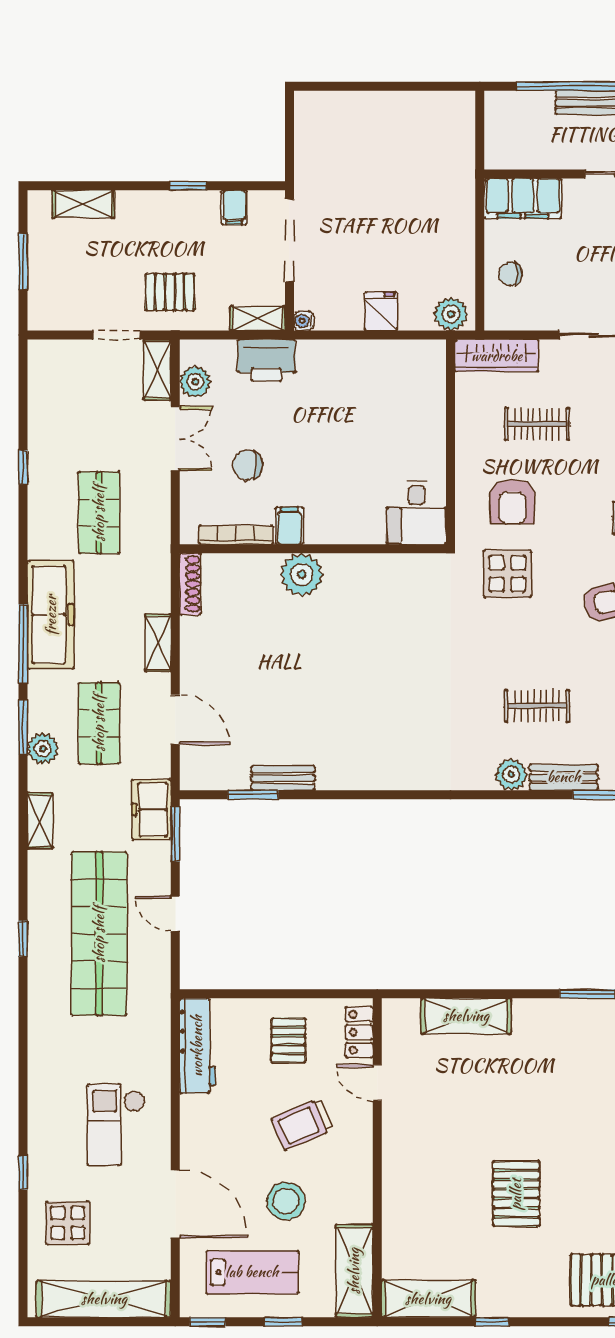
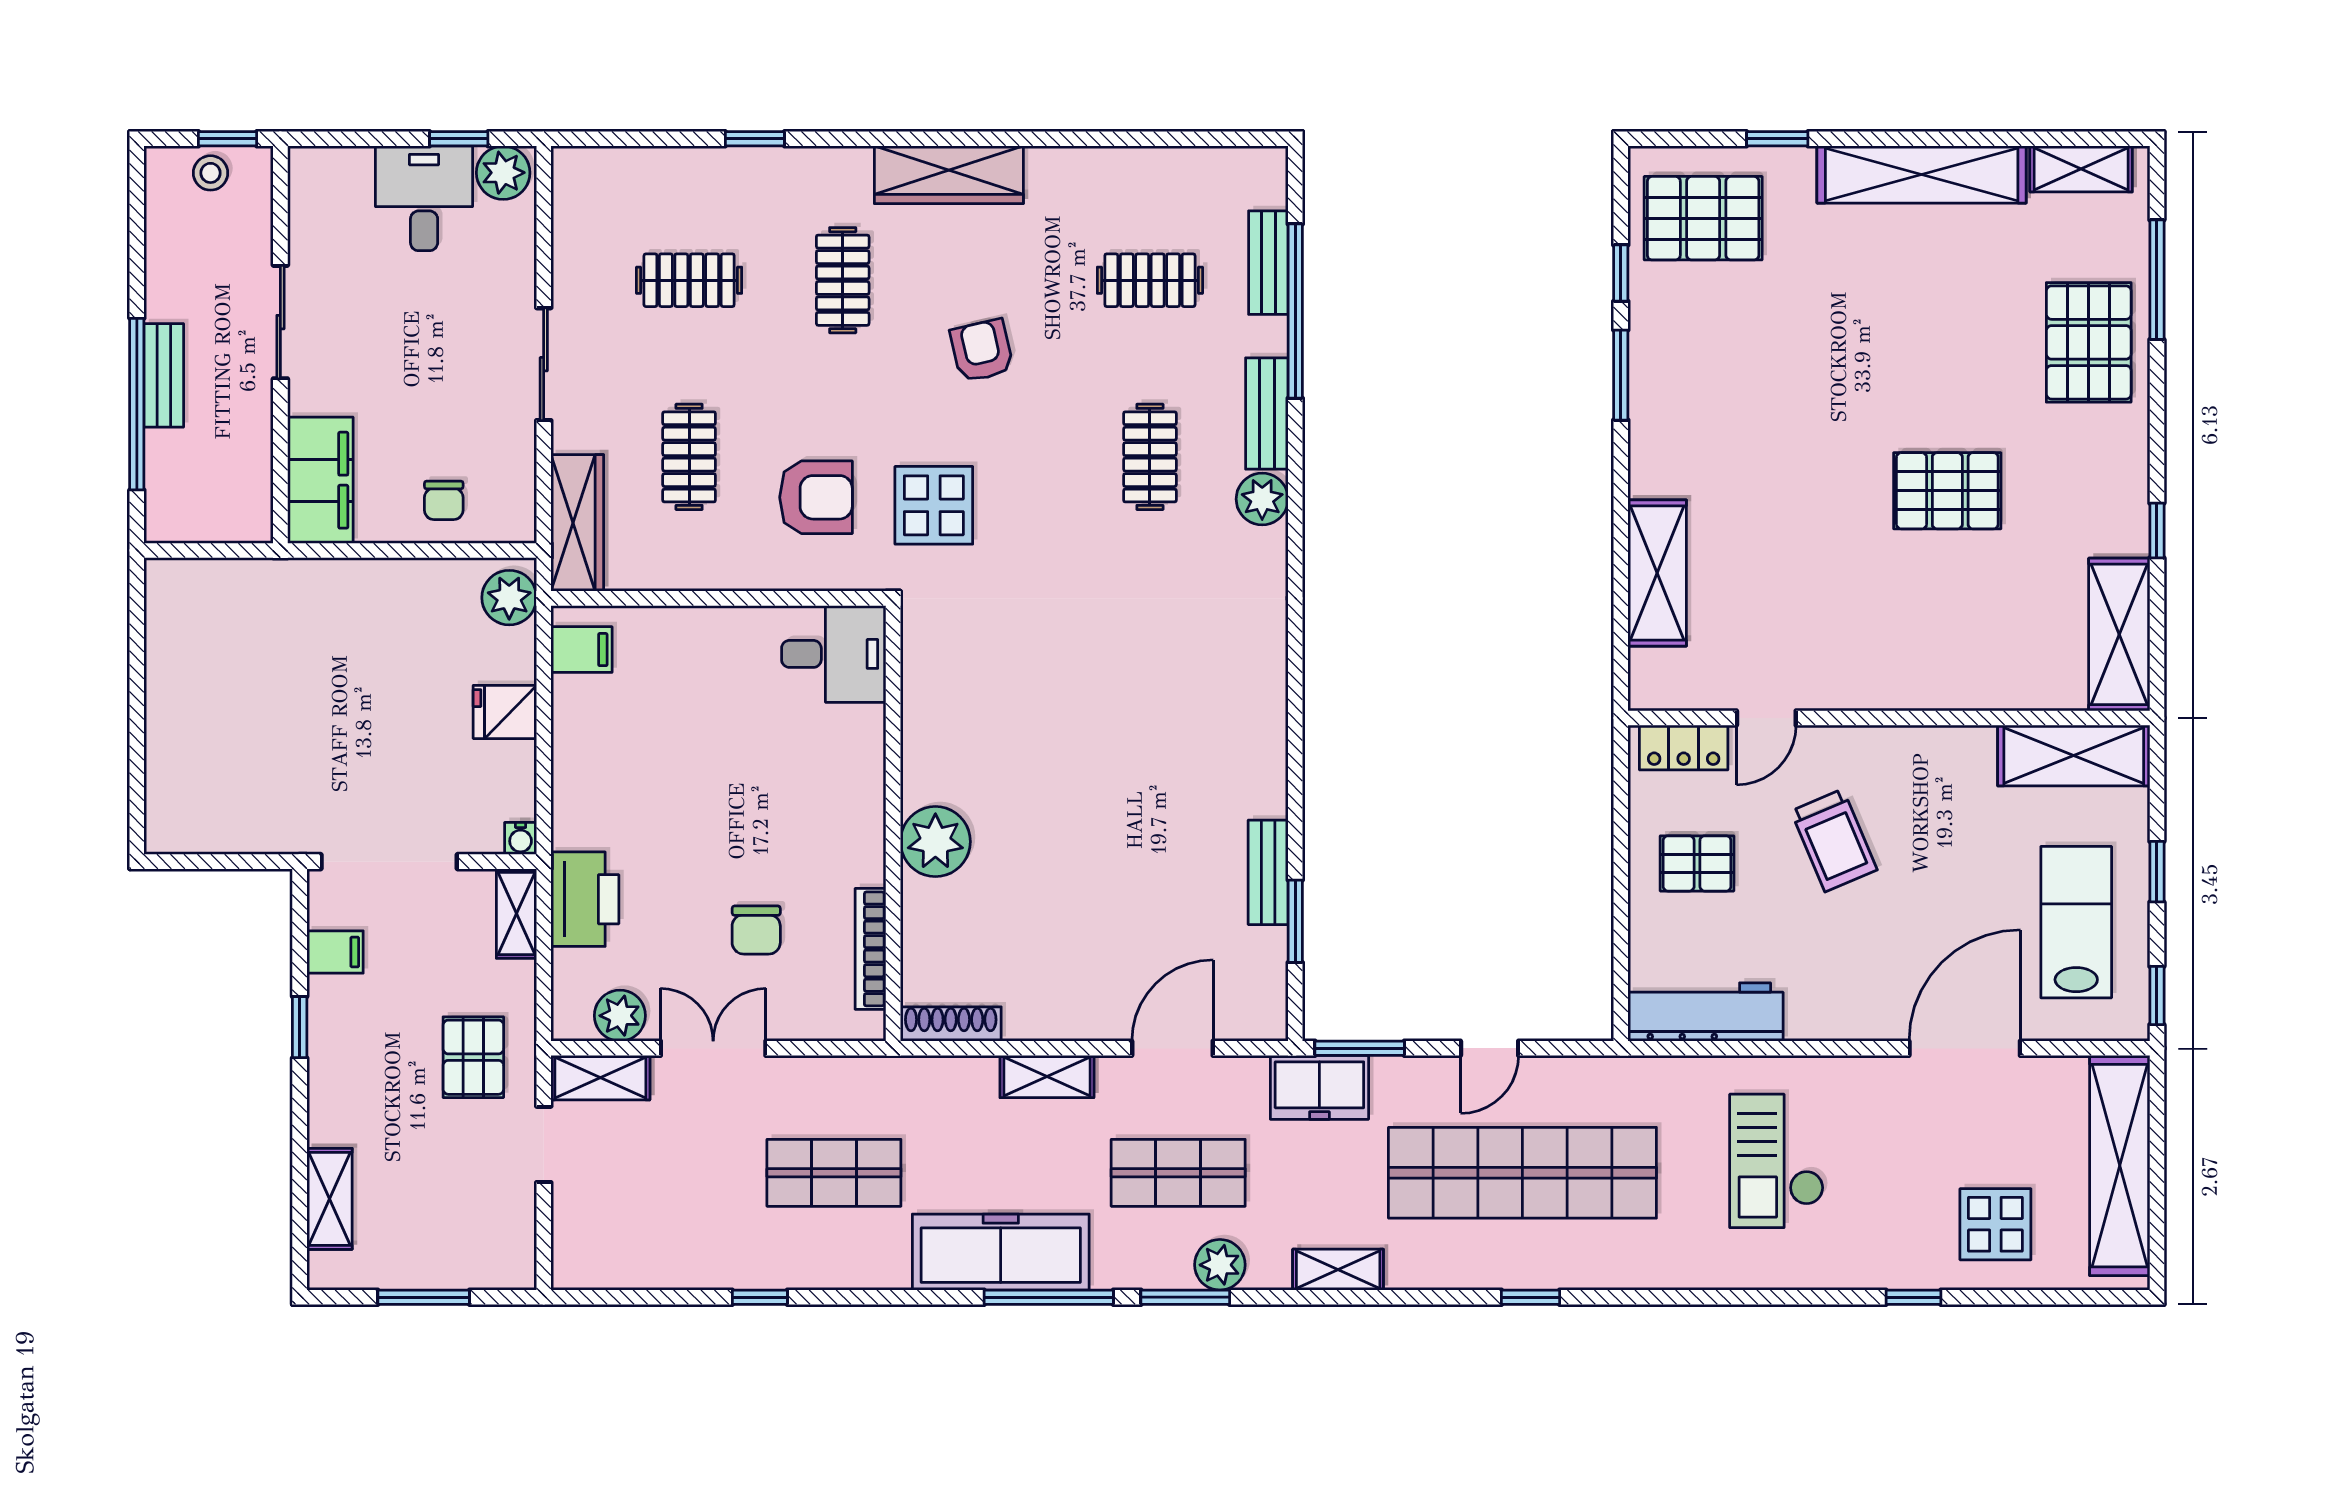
filing cabinet: (289, 526) -> (581, 650), moved, turned 180
checkout: (116, 1125) -> (1777, 1161), moved, turned 90
stool: (286, 1201) -> (1960, 868), removed

